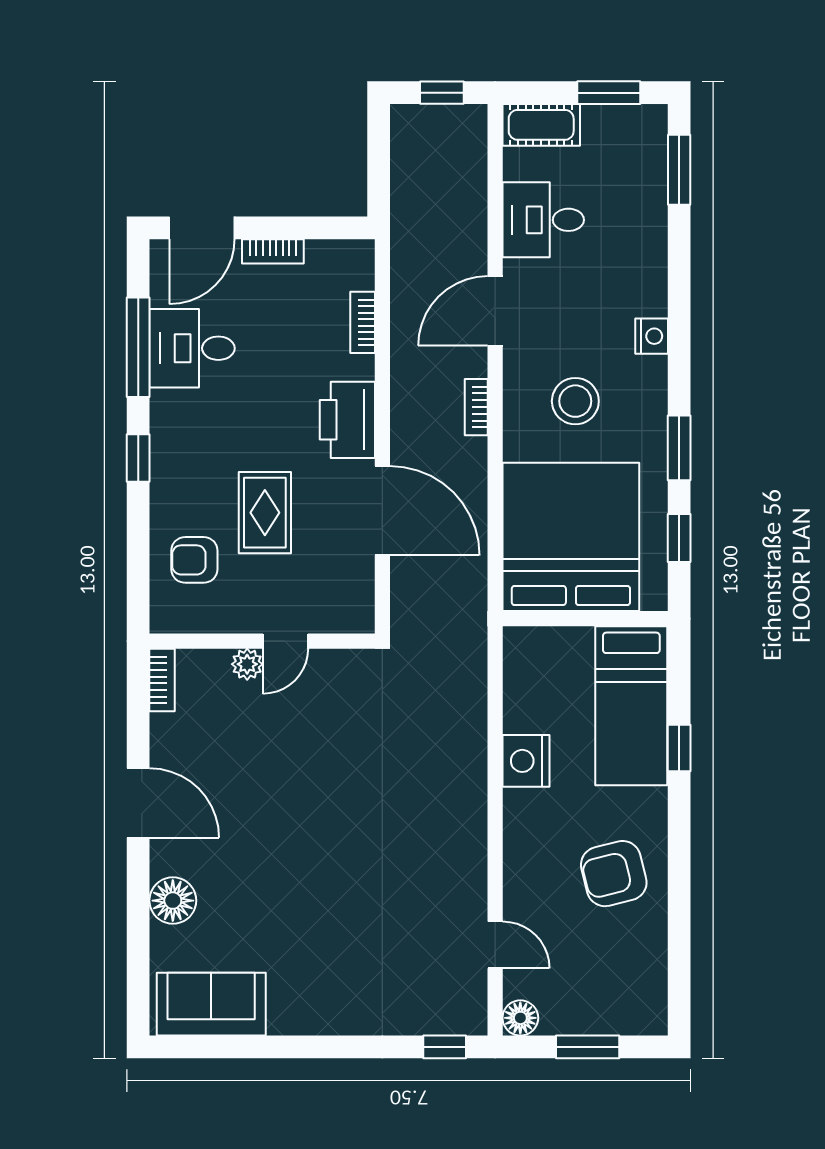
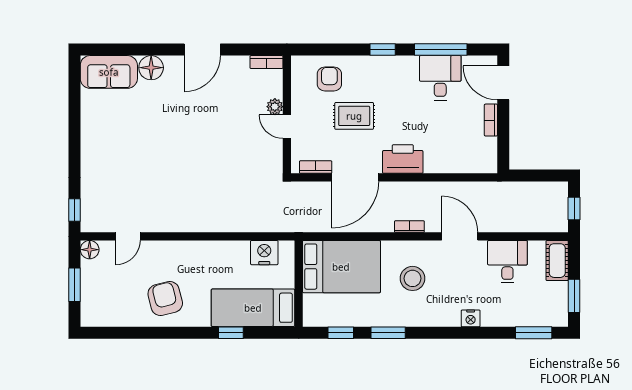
bookcase: (363, 322) -> (316, 167), moved
nightstand: (652, 336) -> (471, 318), moved
bed: (571, 537) -> (341, 267), width x0.73
nightstand: (526, 761) -> (264, 253), moved
sofa: (211, 1004) -> (109, 72), moved, turned 90

